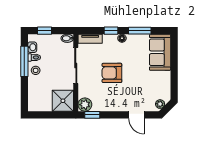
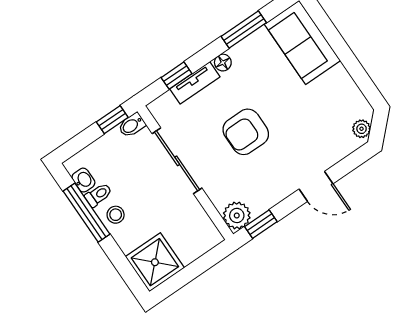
window: (44, 31) -> (112, 120), moved
window: (111, 31) -> (177, 76), moved
tv unit: (90, 39) -> (195, 83), moved
shower: (63, 101) -> (155, 262), moved
door: (136, 115) -> (316, 186), moved

